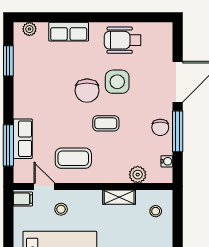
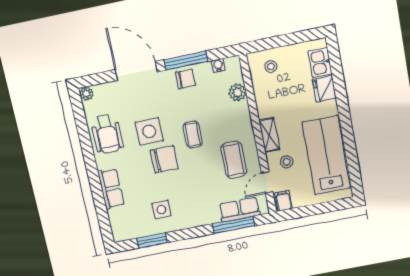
plant: (29, 29) -> (87, 94), moved
side table: (38, 77) -> (161, 210), added
row of seats: (23, 139) -> (239, 209), moved
shelving: (119, 197) -> (269, 135), moved

